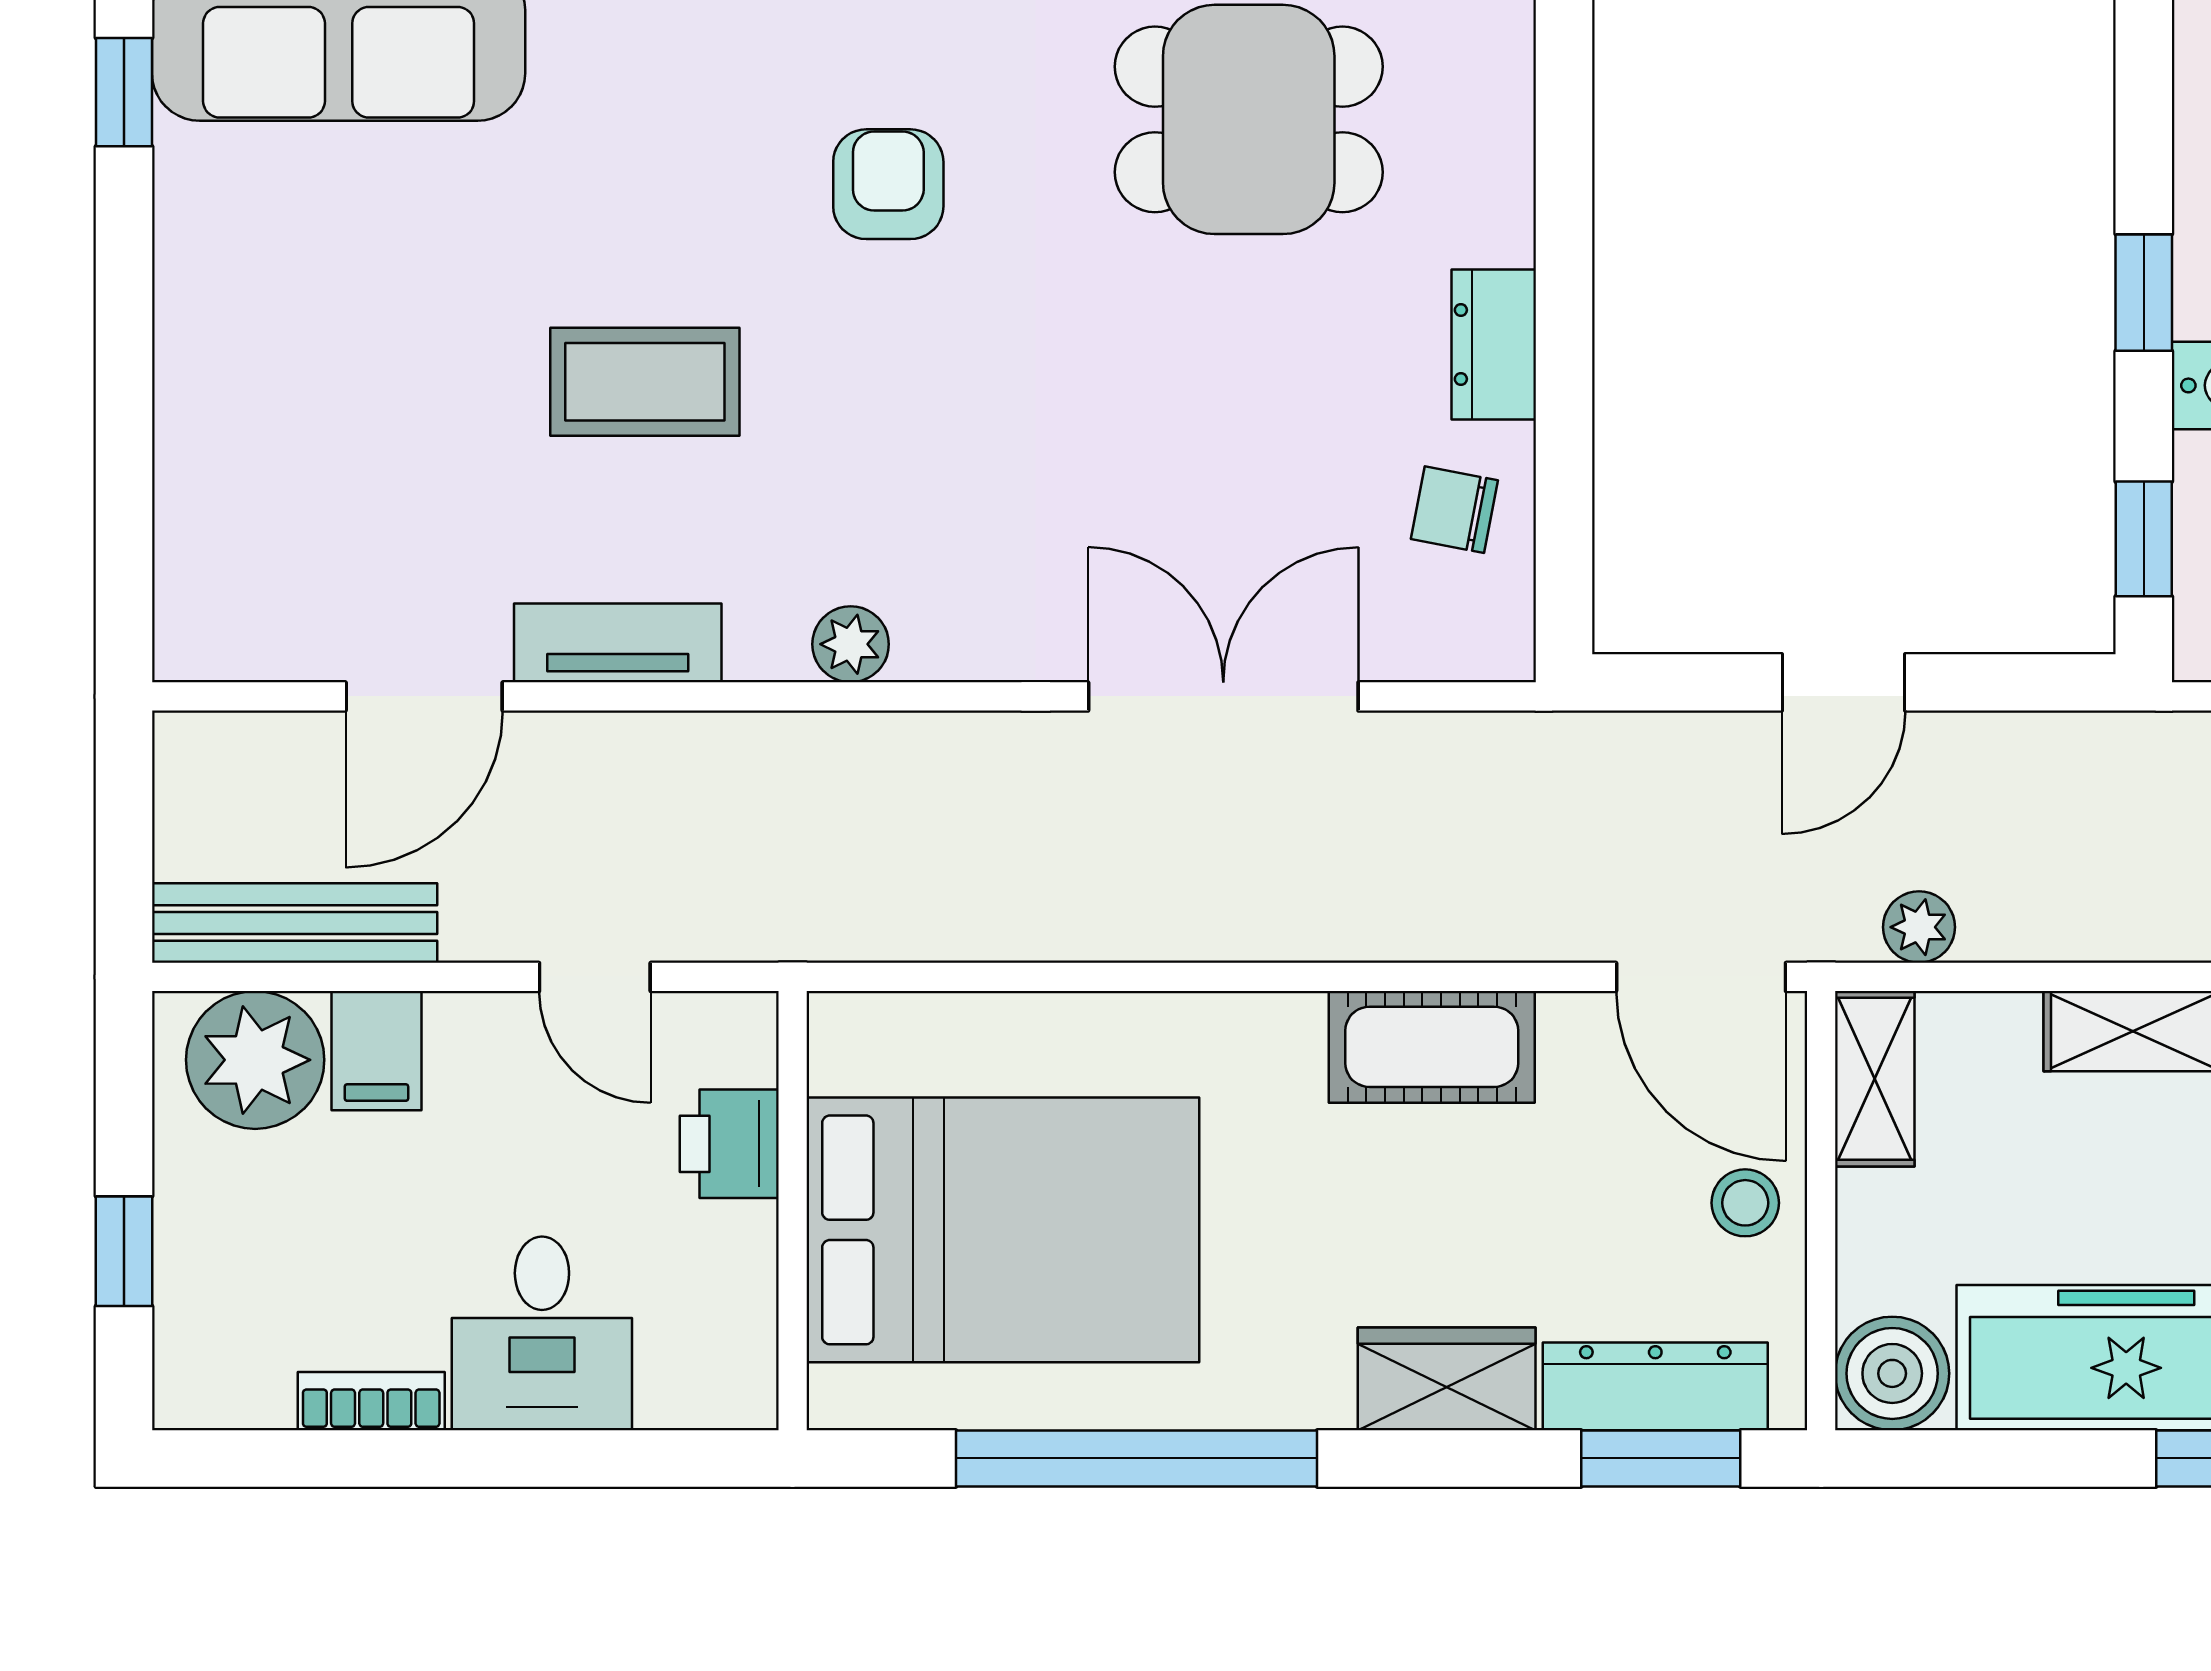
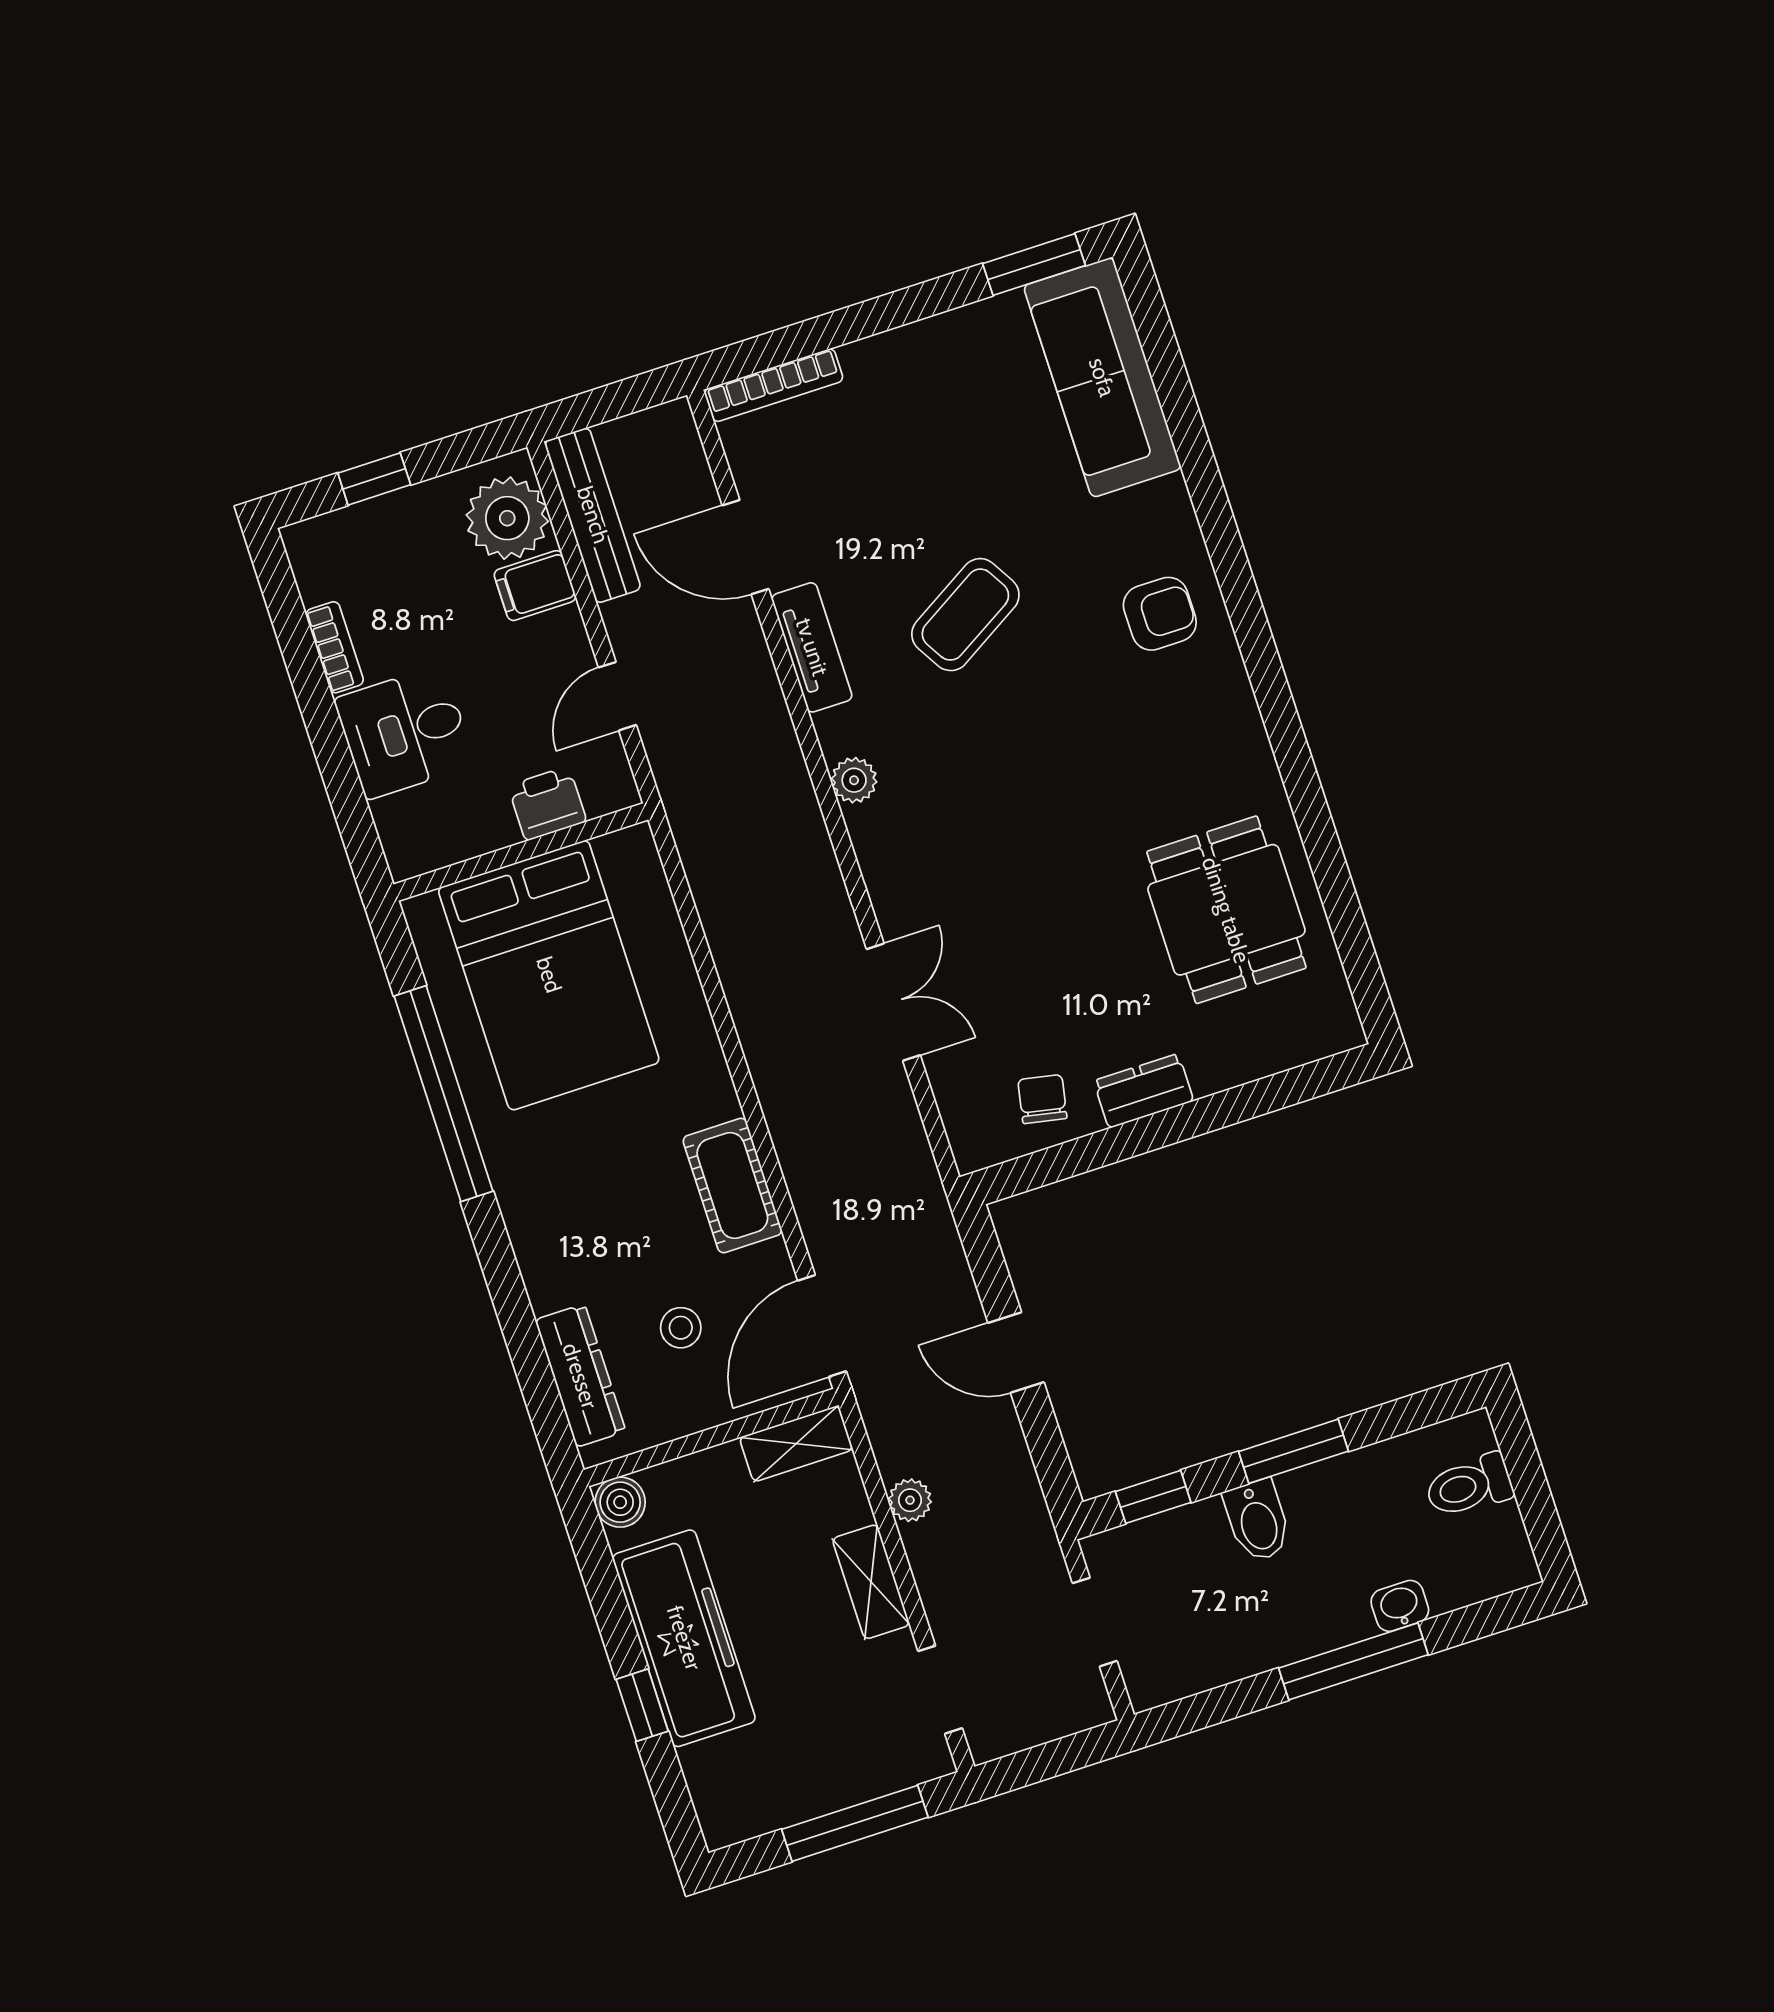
window: (124, 92) -> (1034, 265), width x1.50
armchair: (888, 184) -> (1160, 614), moved
window: (2144, 293) -> (1293, 1451), width x1.50
coffee table: (645, 382) -> (965, 615), turned 59
bookcase: (181, 568) -> (774, 385), added
double door: (1223, 696) -> (893, 1002), width x0.73
plant: (1919, 927) -> (910, 1500), moved
stool: (1745, 1203) -> (681, 1328), moved
boiler: (1892, 1373) -> (620, 1502), width x0.73, depth x0.73
wardrobe: (1447, 1379) -> (546, 1255), removed
window: (1661, 1458) -> (540, 1392), removed

